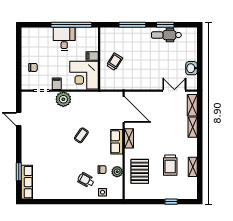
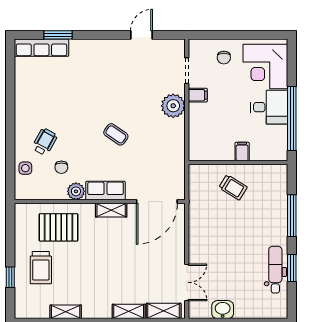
corner desk: (84, 75) -> (265, 66), moved, turned -90
trolley: (170, 165) -> (41, 268), moved, turned -90
plant: (117, 172) -> (76, 191), moved

